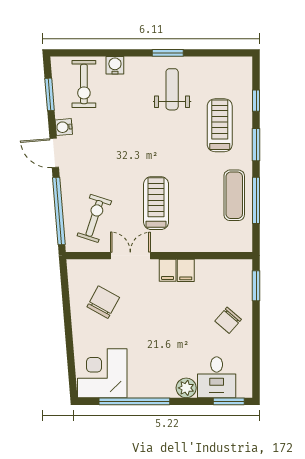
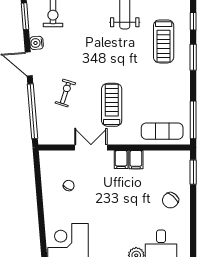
treadmill: (220, 125) -> (164, 41), turned 180
exercise mat: (234, 195) -> (162, 131), moved, turned 90
window: (256, 200) -> (193, 120), moved
exercise bike: (94, 218) -> (65, 93), moved, width x0.73, depth x0.72
chair: (103, 302) -> (69, 186), width x0.54, depth x0.54

